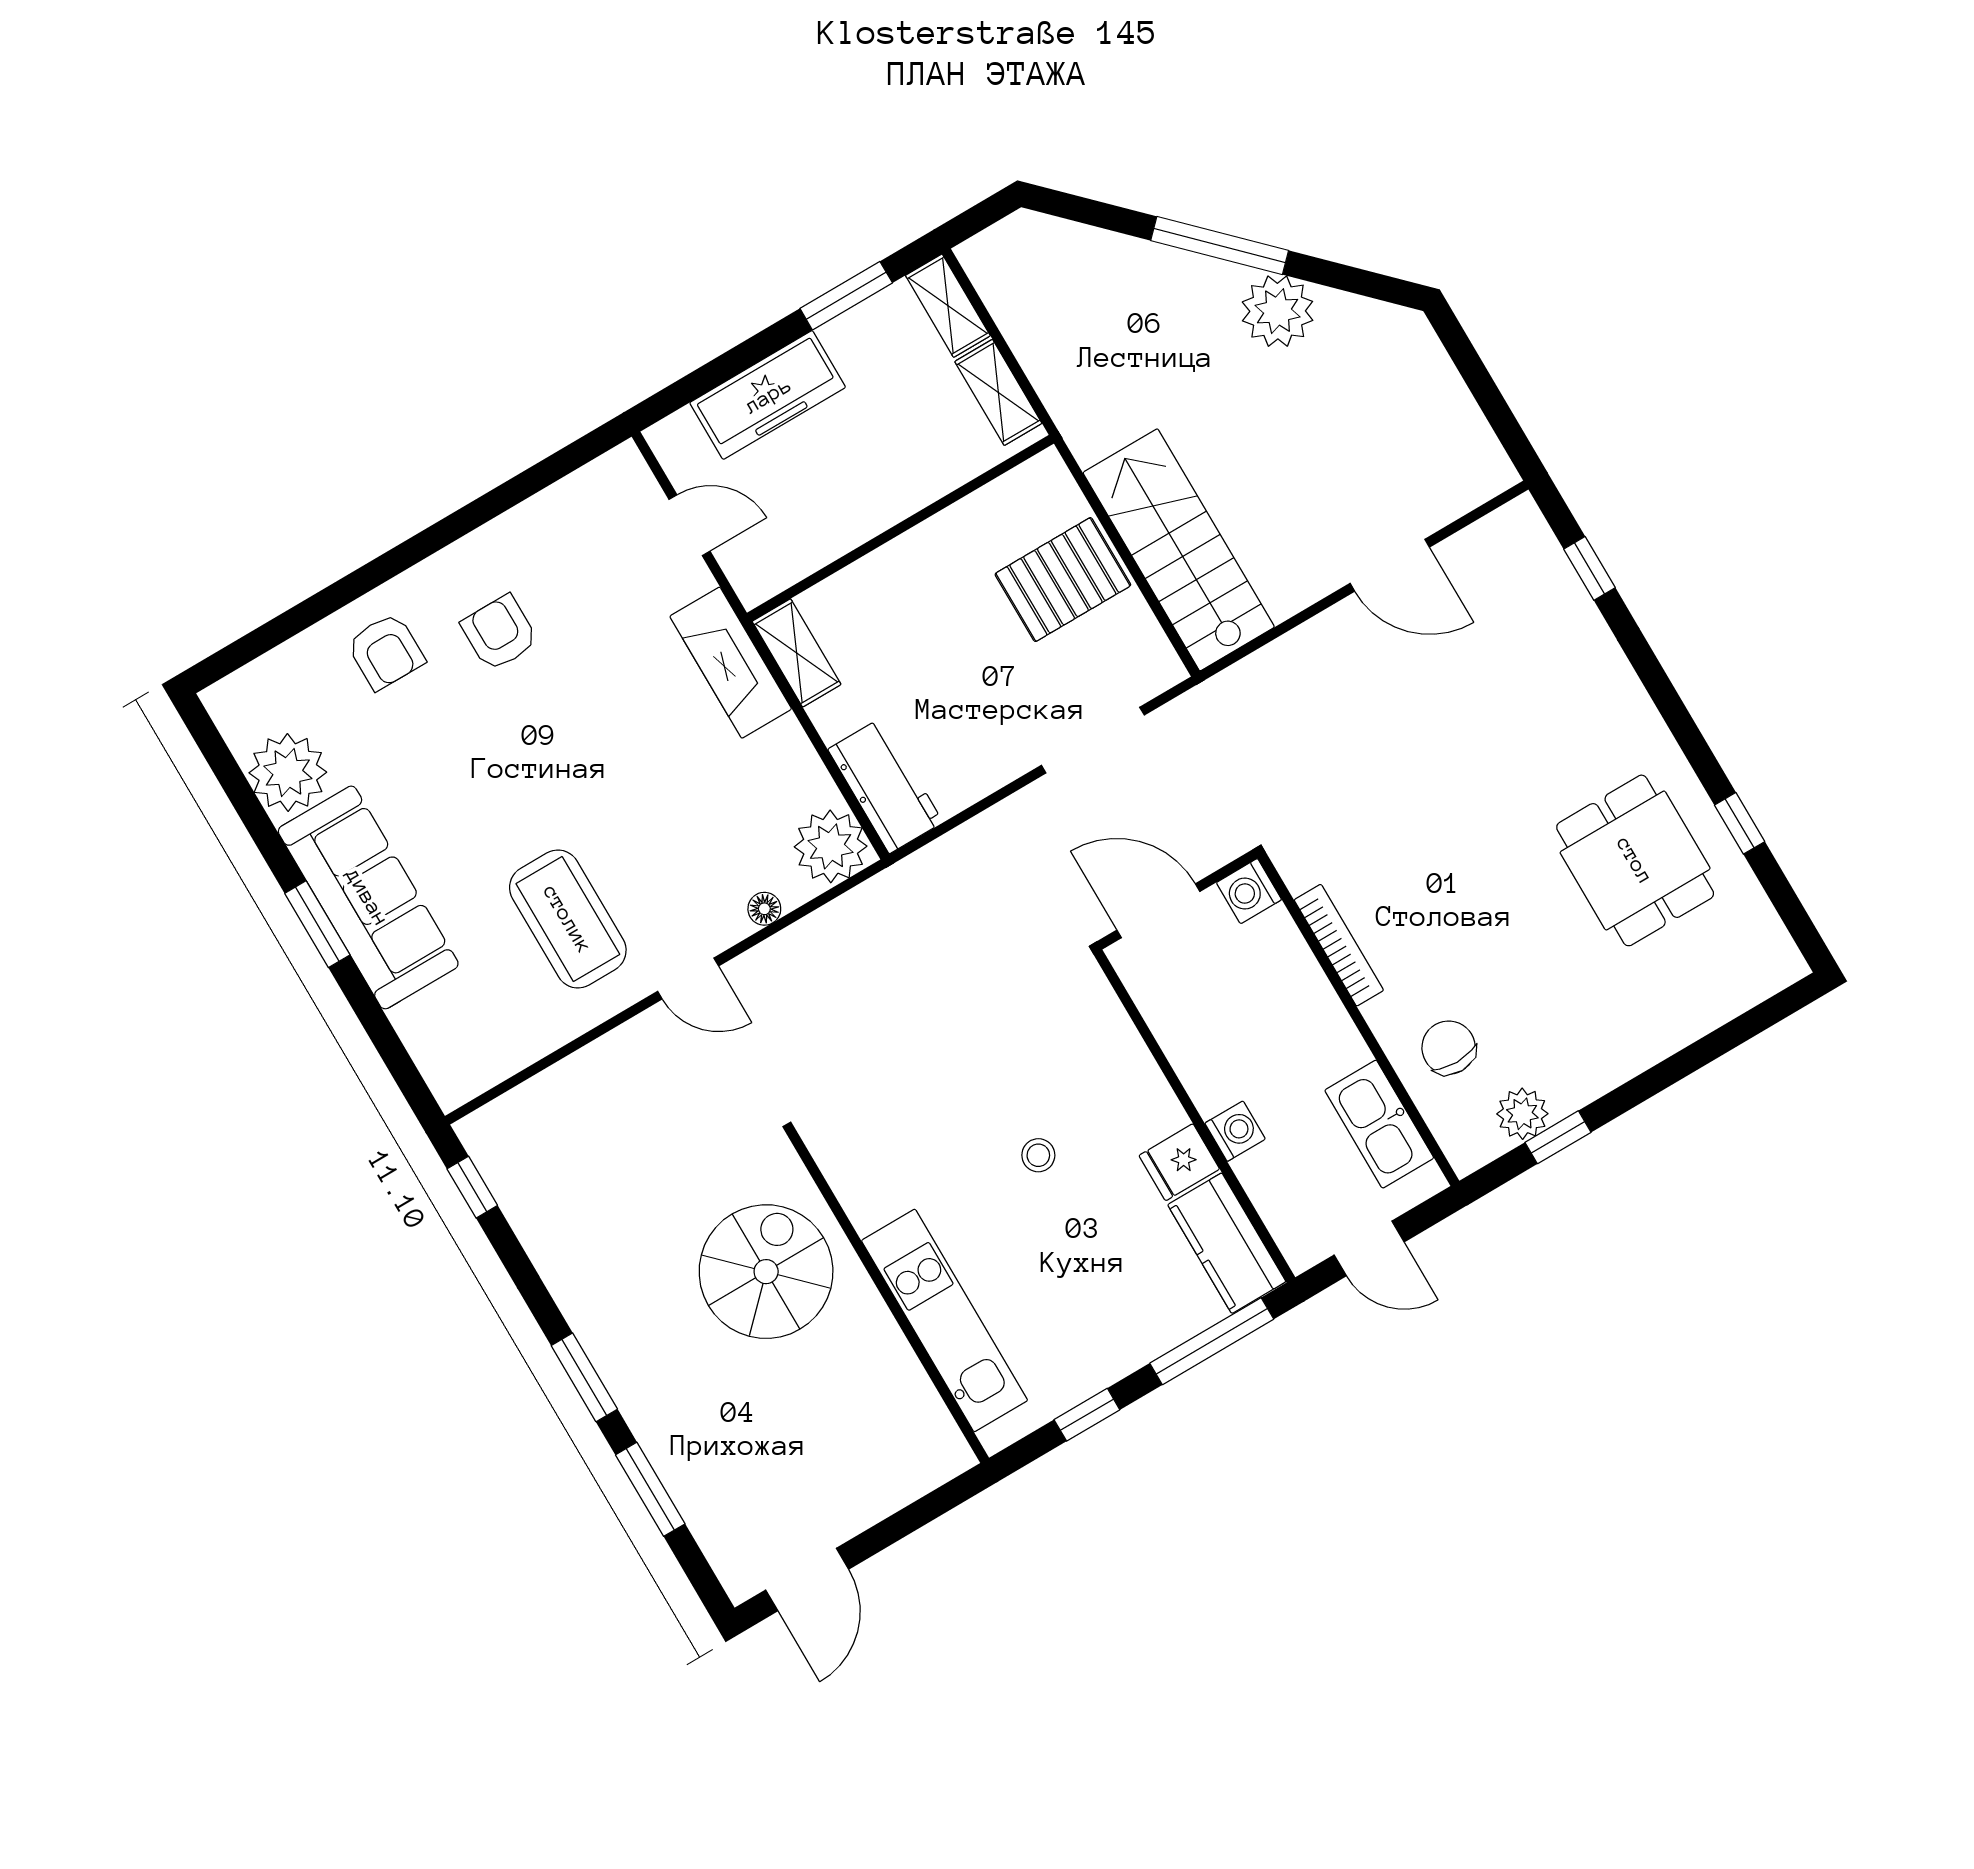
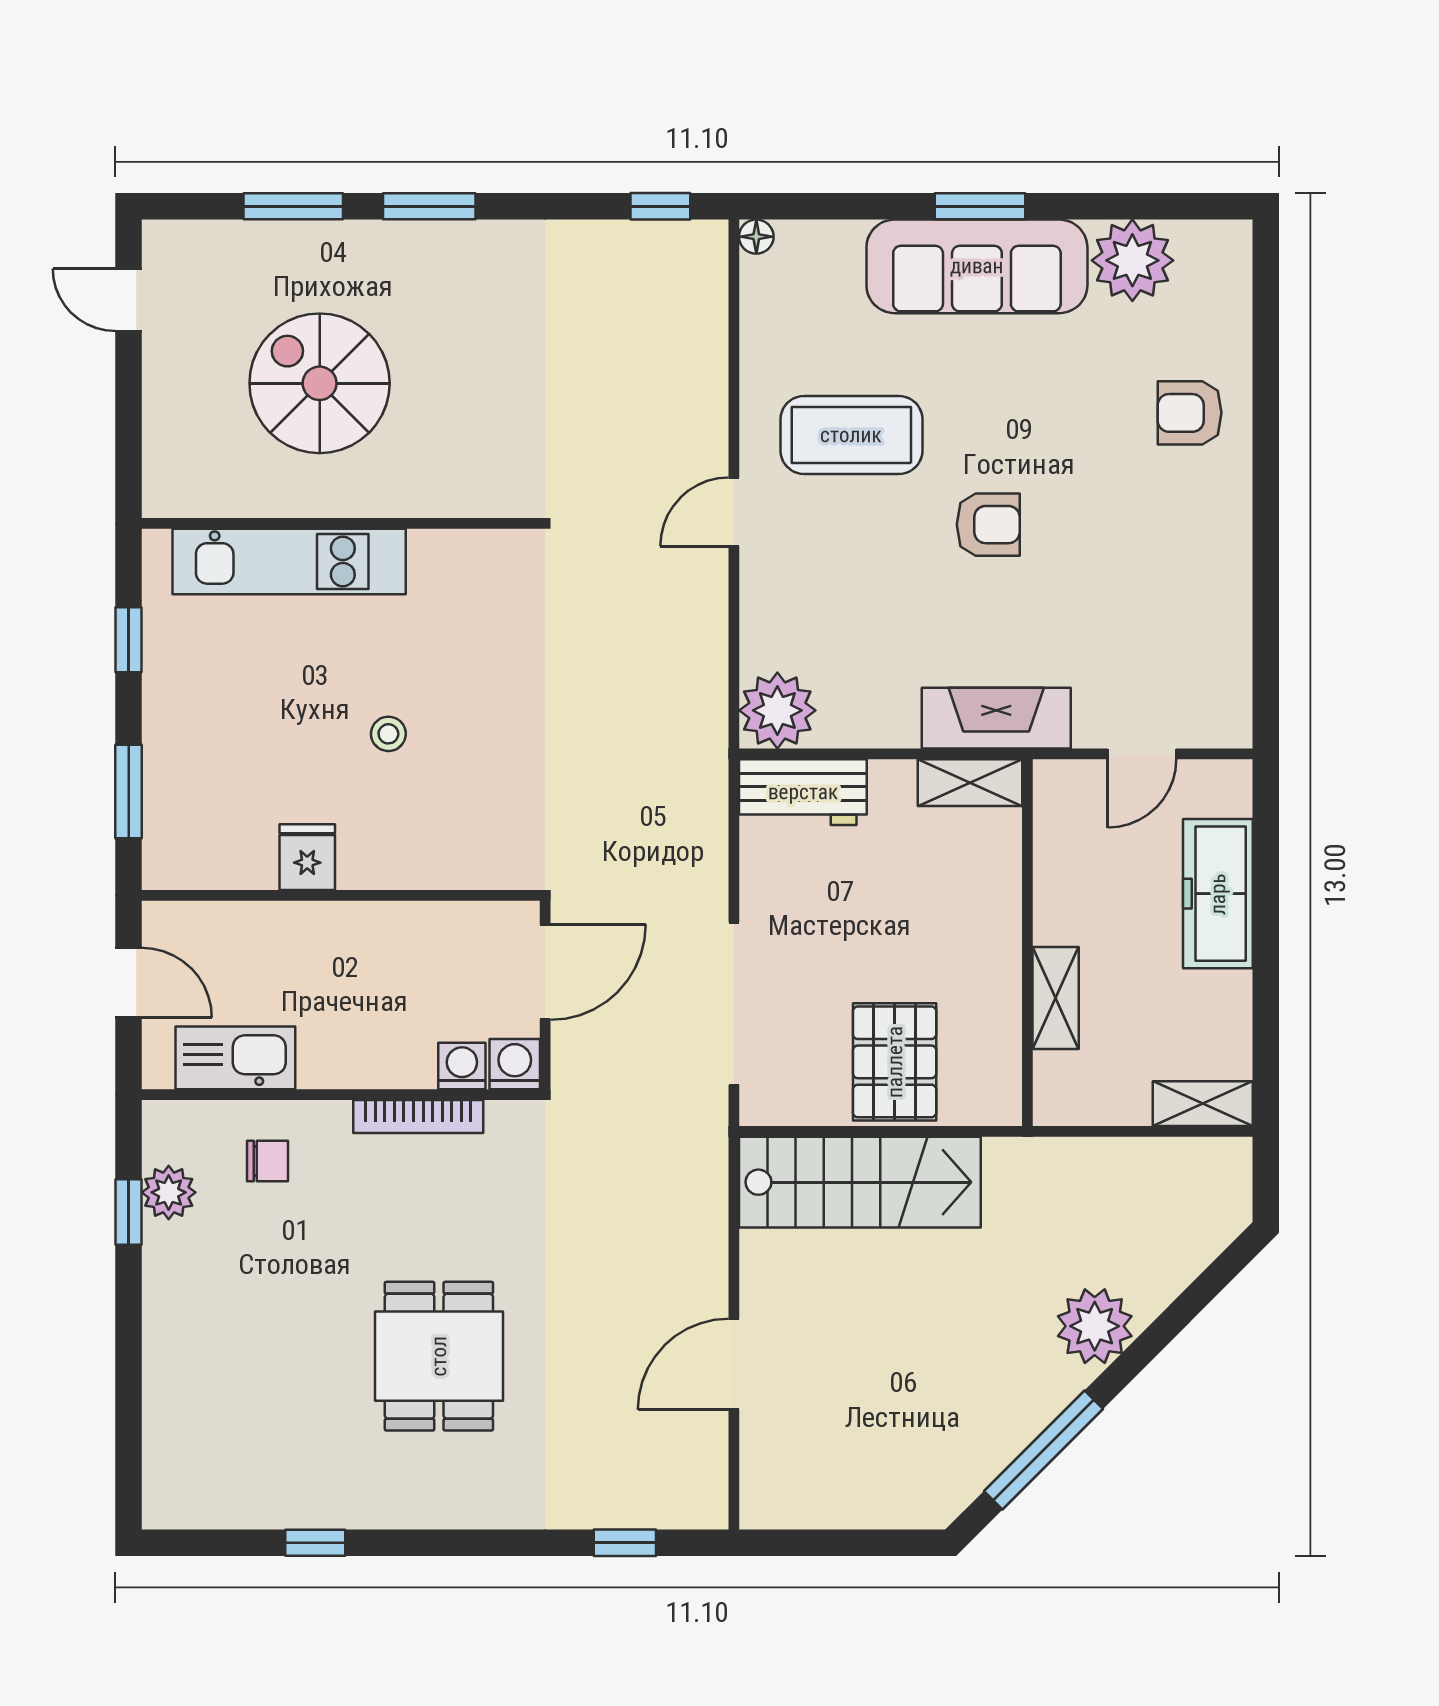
window: (1220, 246) -> (1043, 1450), moved
window: (846, 296) -> (1266, 1017), removed
plant: (1278, 311) -> (1095, 1326), moved
shelving: (998, 392) -> (1056, 998), moved, turned 90
armchair: (500, 633) -> (988, 525), moved
doorway: (1093, 740) -> (734, 1004), width x1.36
dining table: (1635, 860) -> (439, 1356), moved, turned 90
floor lamp: (764, 909) -> (756, 237), moved
chair: (1449, 1048) -> (268, 1161), width x0.73, depth x0.73
washing machine: (1235, 1131) -> (462, 1066), moved, turned 180
kitchen counter: (1227, 1243) -> (209, 857), removed
door: (1369, 1248) -> (129, 983), swing flipped
spiral stairs: (766, 1272) -> (320, 383), moved, turned 180
window: (1212, 1341) -> (129, 792), width x0.69
door: (807, 1580) -> (129, 300), width x0.73

